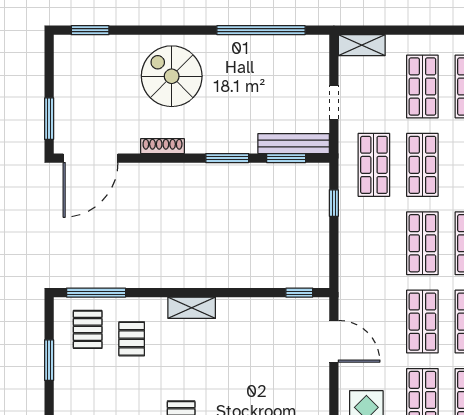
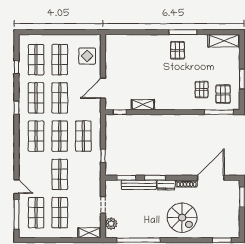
plant: (317, 64) -> (111, 224), added
dresser: (205, 143) -> (166, 185), added
bench: (294, 144) -> (139, 185), moved
door: (91, 158) -> (211, 178), moved
shop shelf: (374, 165) -> (83, 136), moved
shelving: (192, 308) -> (143, 105), moved
door: (334, 341) -> (103, 88), hinge flipped

